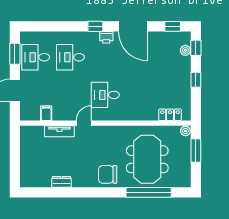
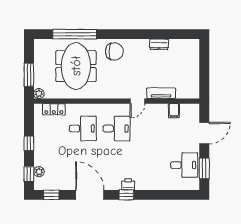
printer: (106, 37) -> (128, 184), moved
desk: (70, 57) -> (83, 128), moved

